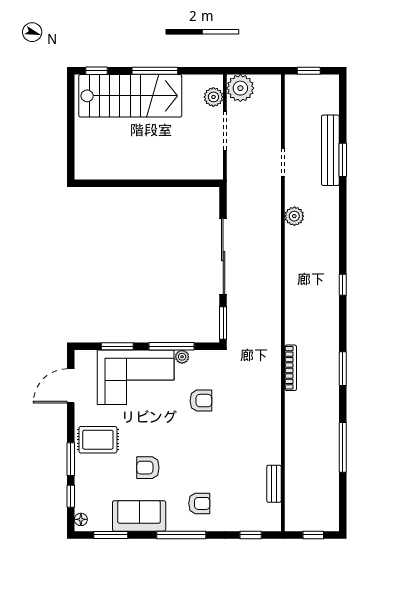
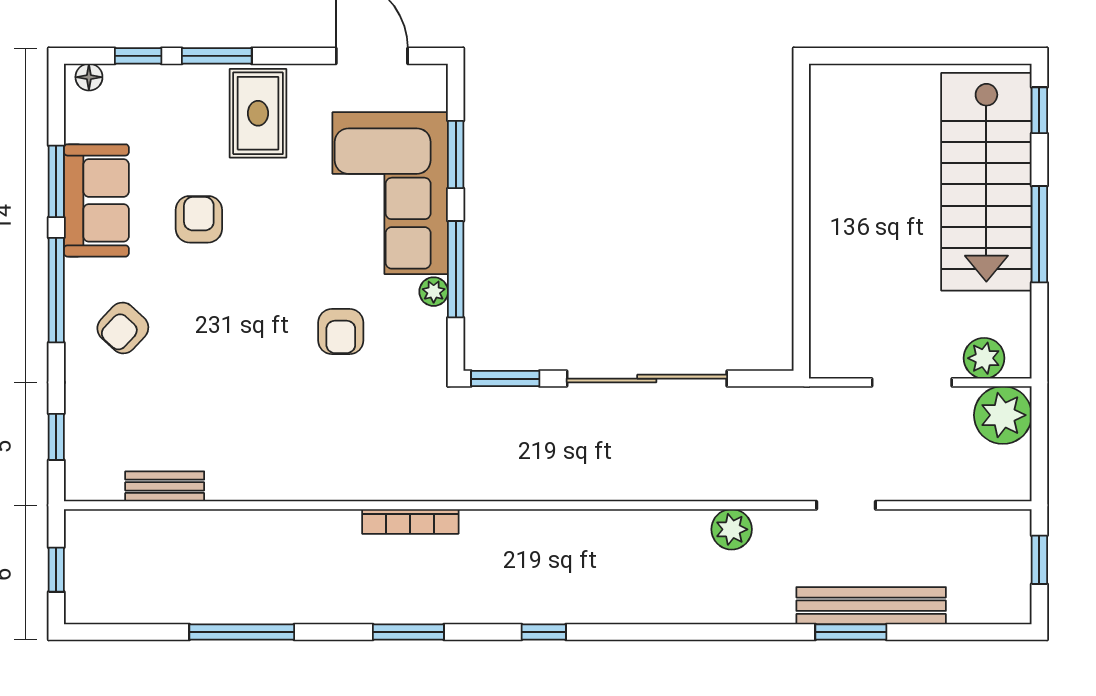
window: (343, 285) -> (544, 632), moved
armchair: (199, 503) -> (123, 328), turned 43
window: (111, 535) -> (56, 181), moved

